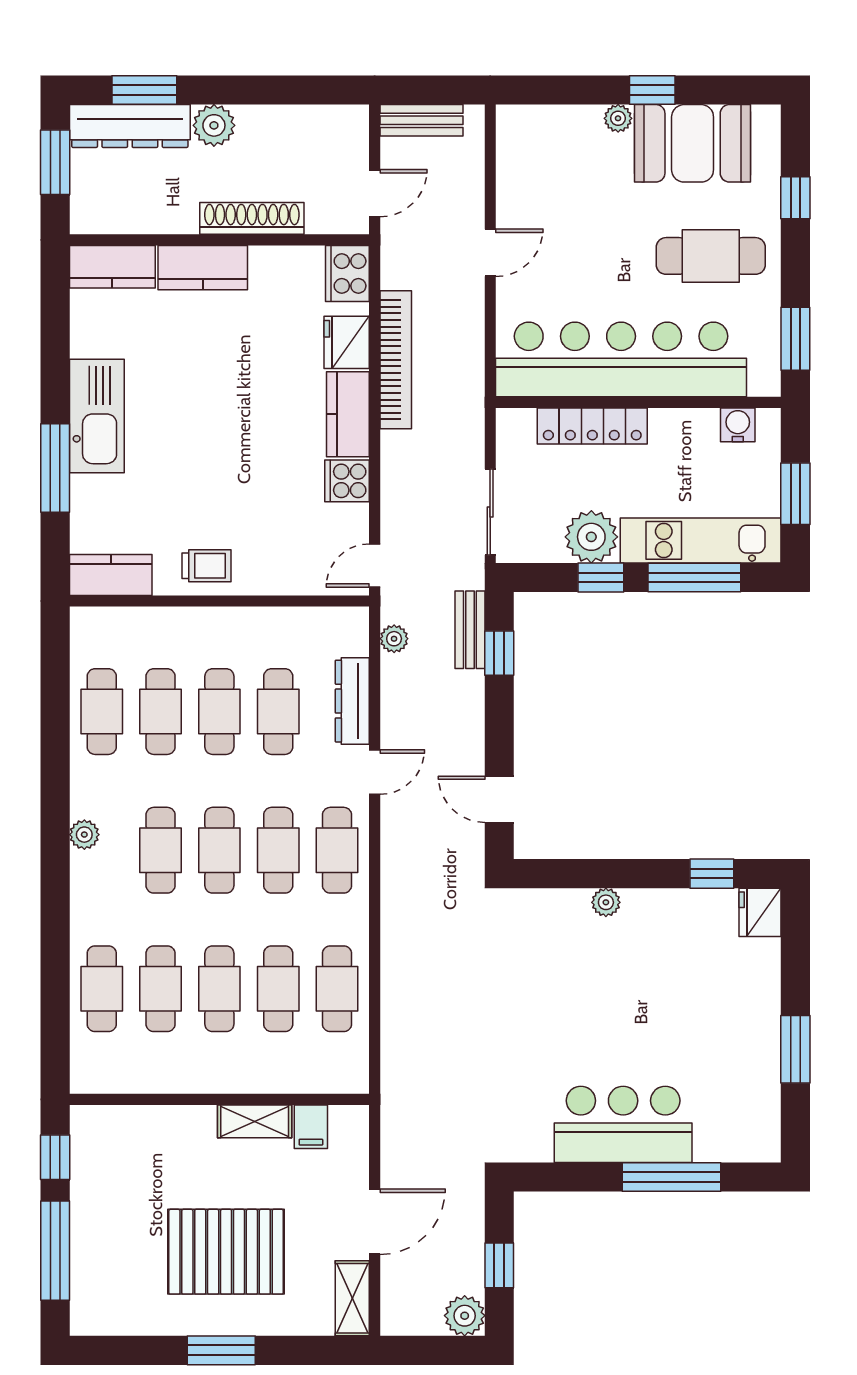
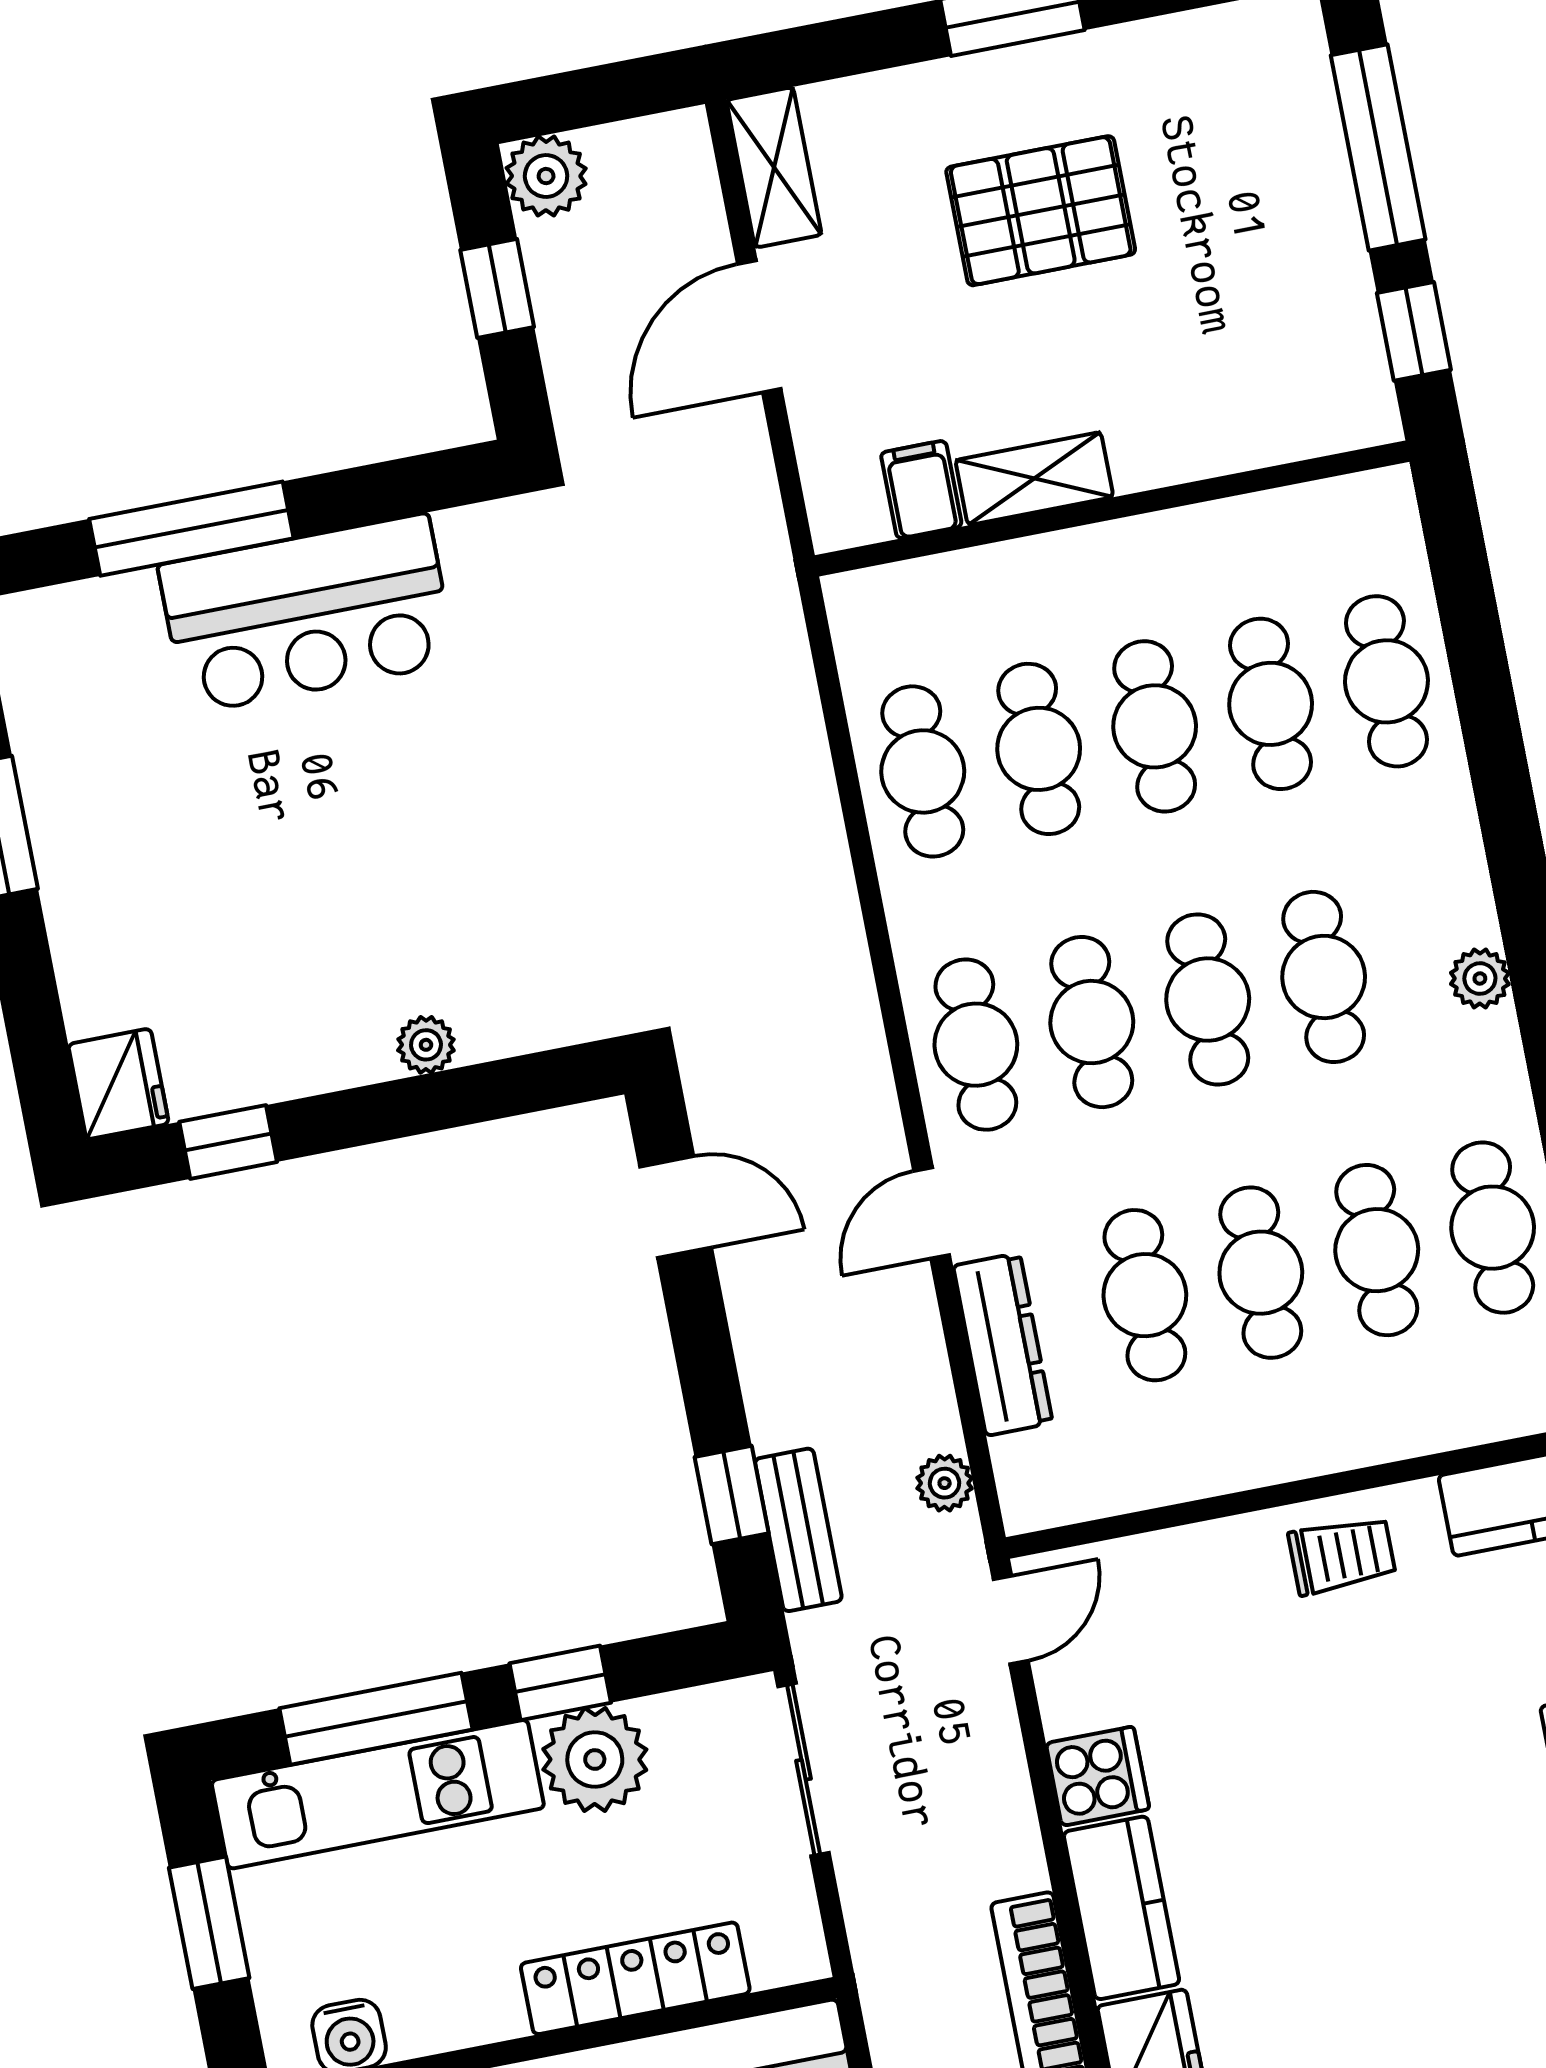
trolley: (207, 566) -> (1342, 1555), turned 180
pallet: (226, 1252) -> (1041, 211), width x0.73, depth x0.71

